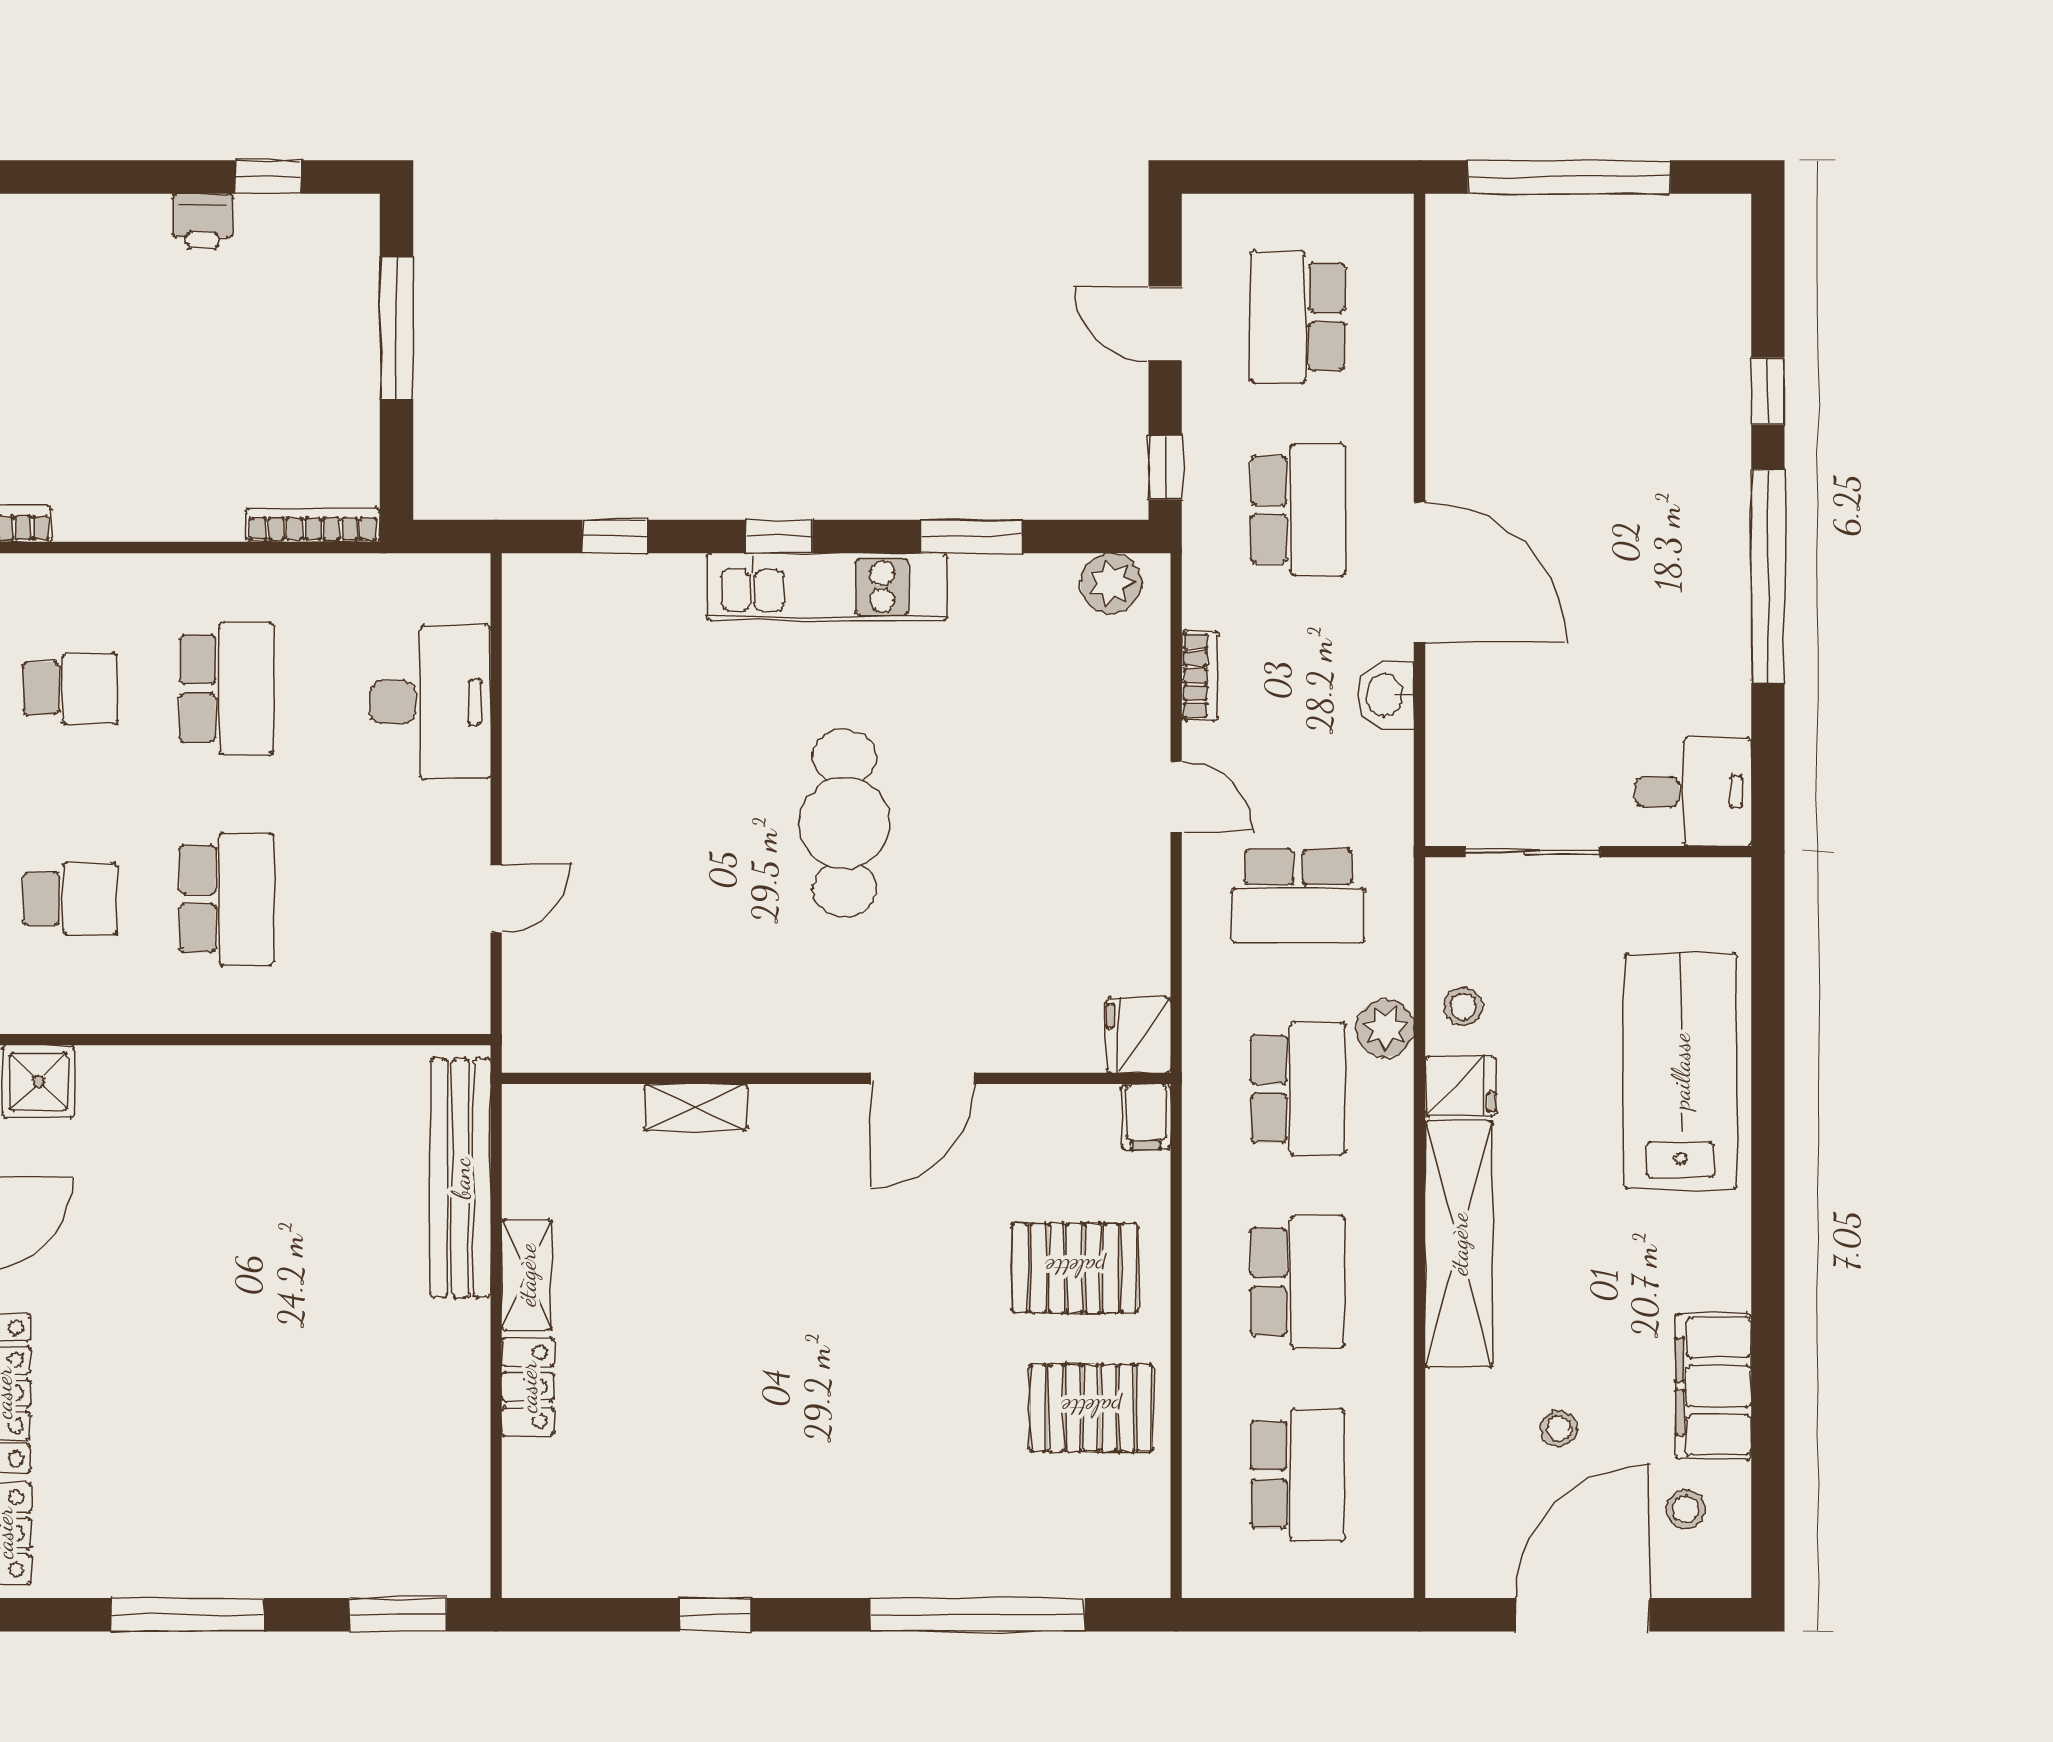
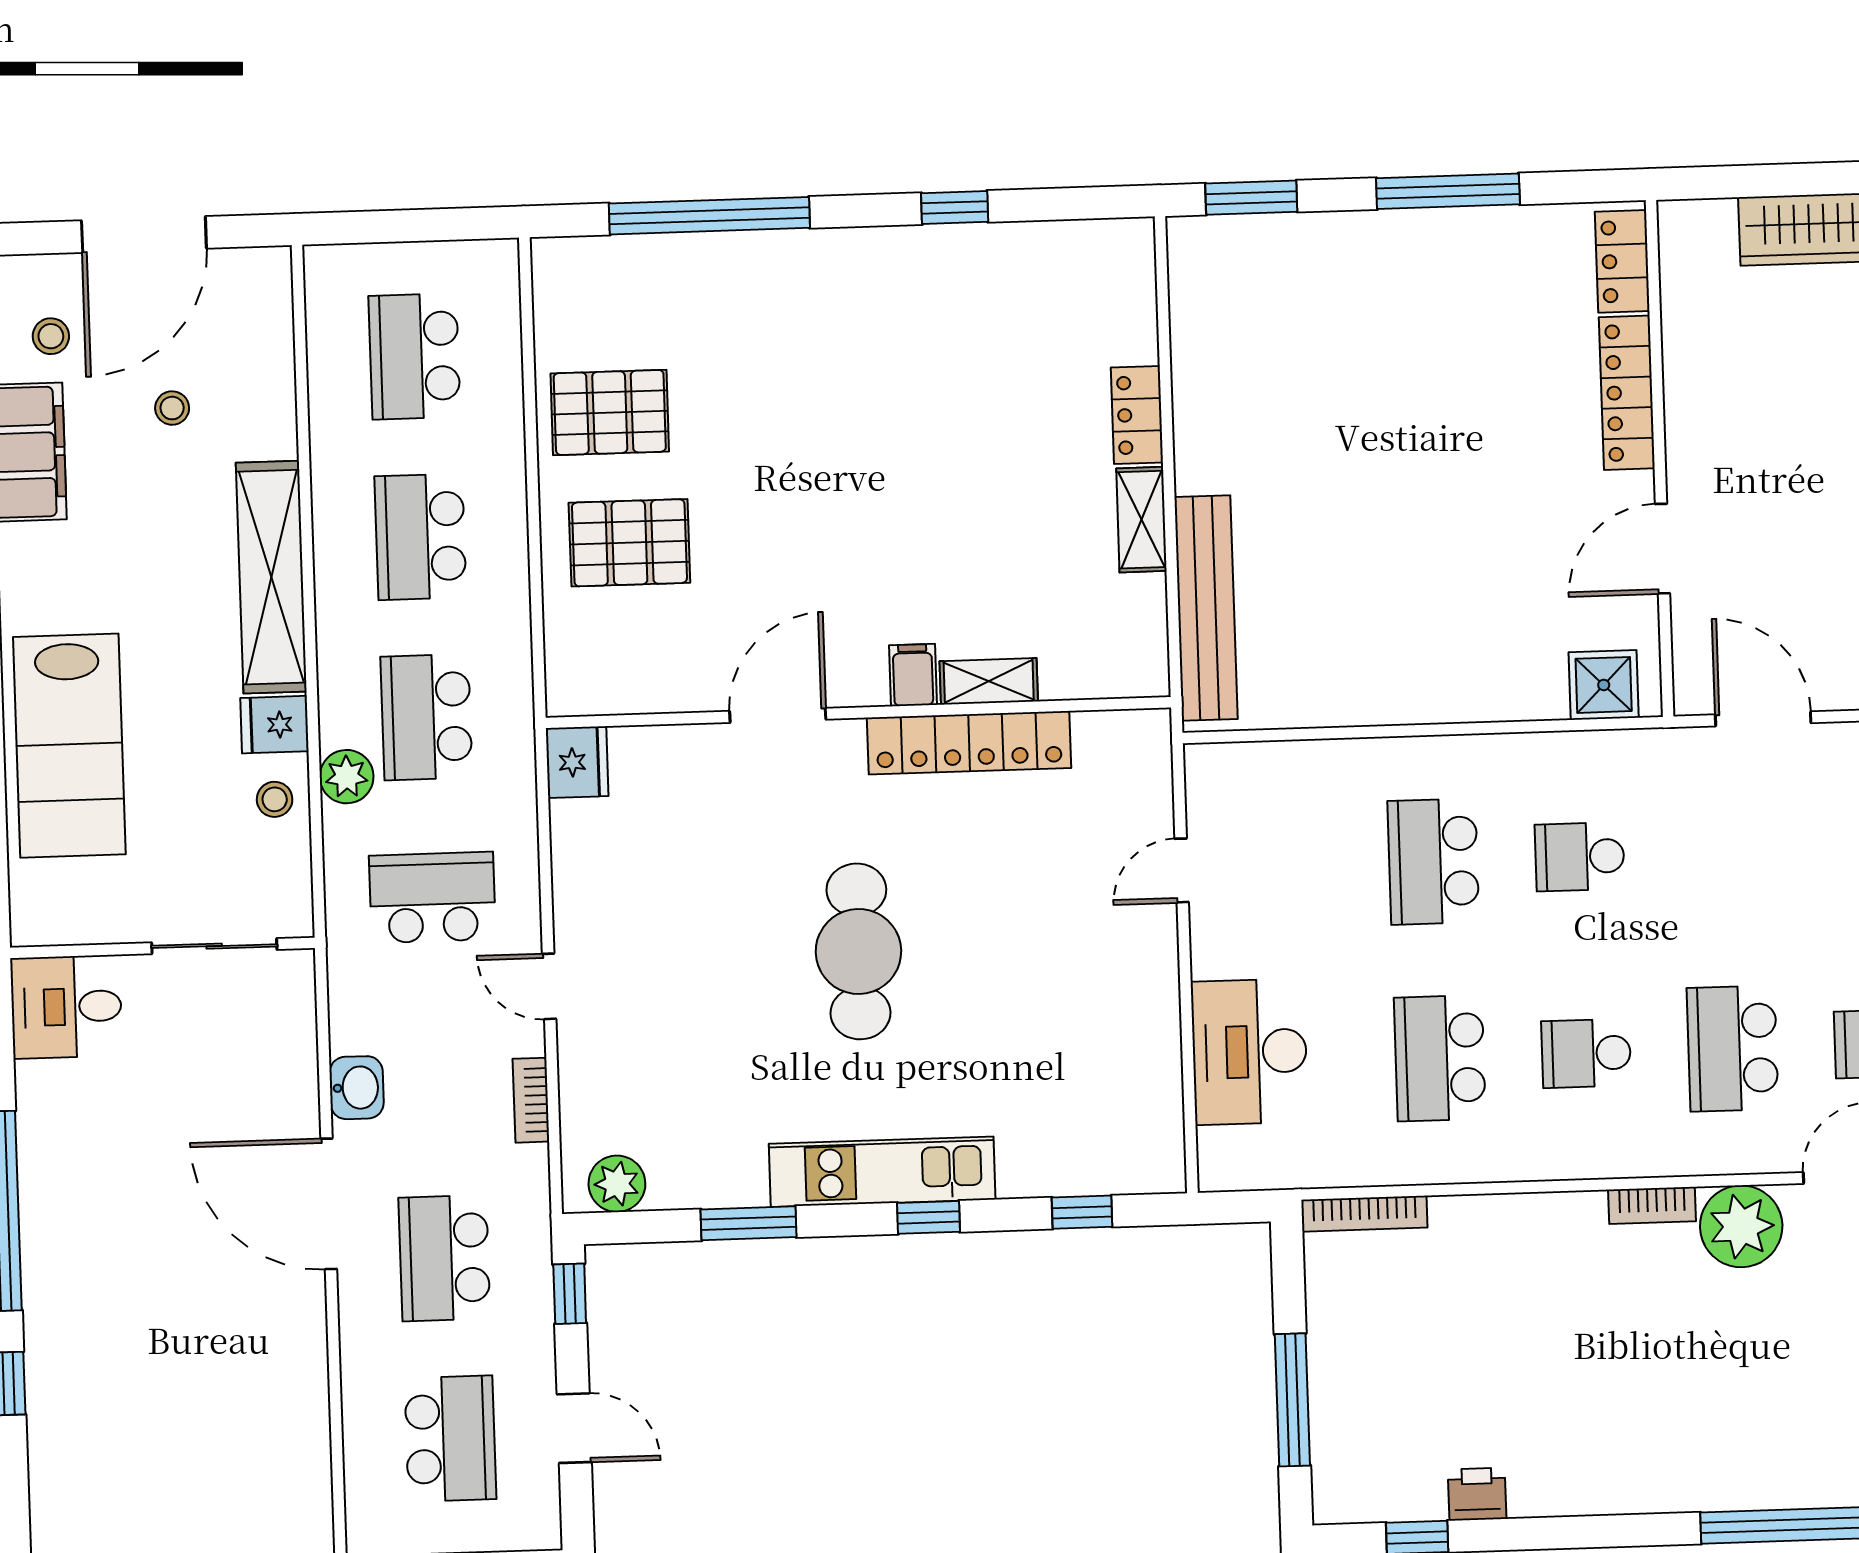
locker: (719, 1042) -> (969, 743), added
filing cabinet: (1146, 1117) -> (913, 675), moved

